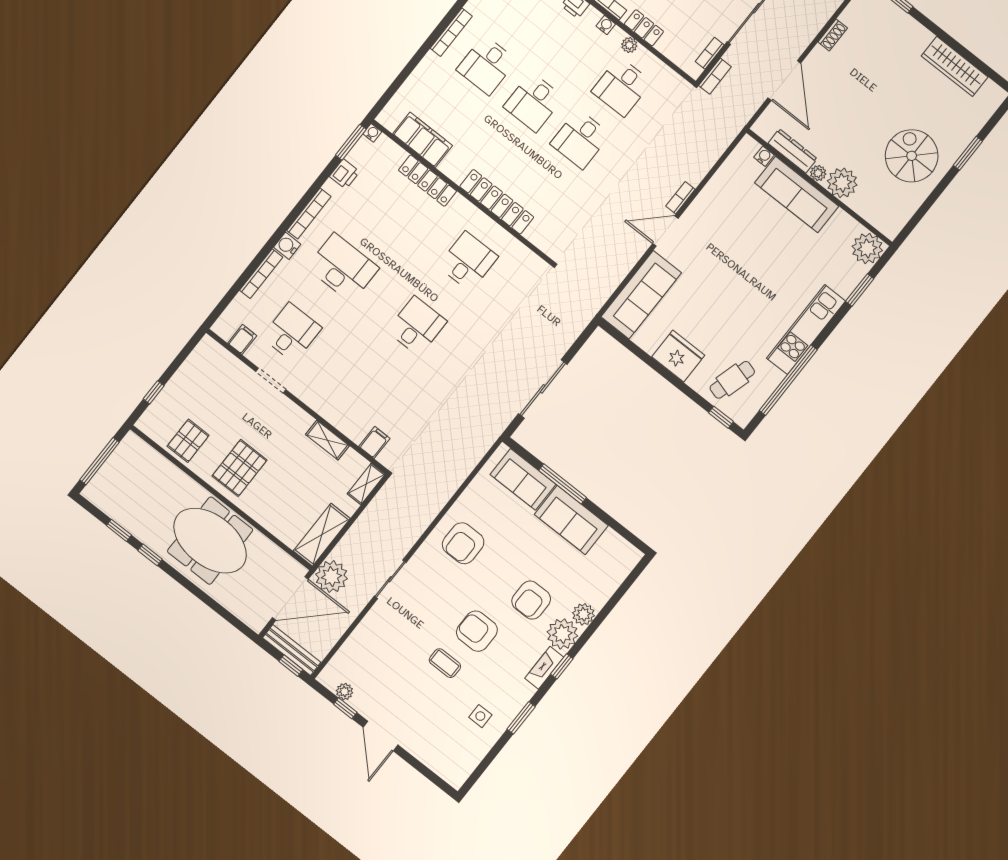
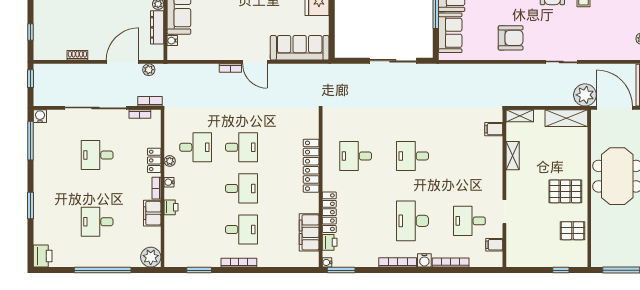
plant: (752, 103) -> (149, 70), added
printer: (345, 174) -> (330, 242), moved, turned 90

